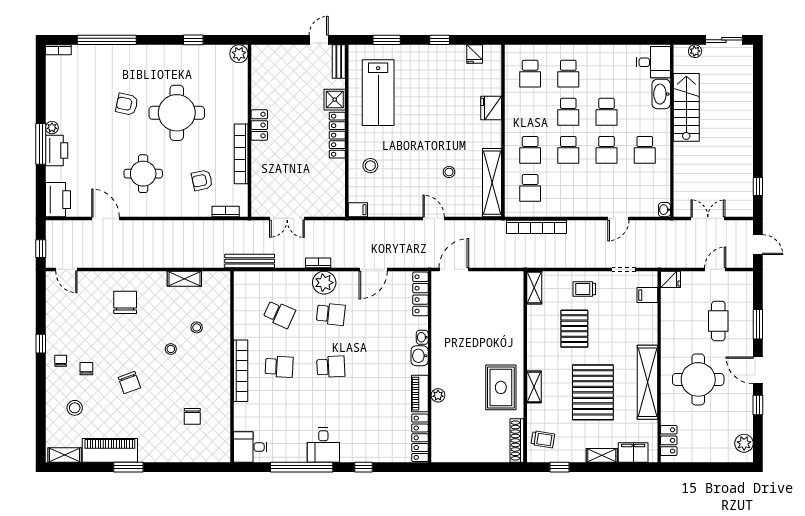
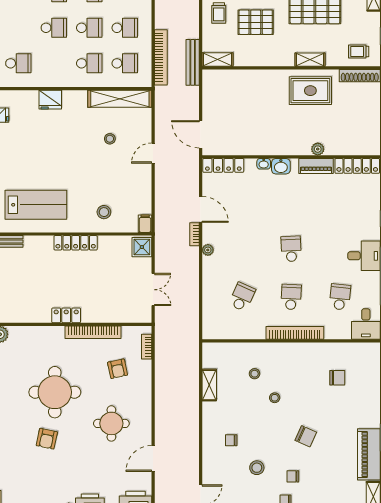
school desk: (568, 74) -> (125, 28), moved
shower: (335, 100) -> (142, 247), moved
bench: (250, 261) -> (193, 62), moved
bookcase: (318, 263) -> (194, 234), moved
plant: (324, 283) -> (208, 250), width x0.53, depth x0.53
chair: (125, 302) -> (231, 440), width x0.54, depth x0.54
school desk: (331, 314) -> (340, 297), moved
chair: (129, 383) -> (306, 436), turned 44
stool: (75, 408) -> (257, 468), moved
trolley: (543, 439) -> (359, 52), turned -99

